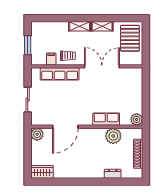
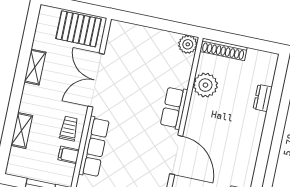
shelving: (80, 26) -> (22, 130), moved
pallet: (130, 38) -> (79, 29), moved
row of seats: (106, 119) -> (174, 108), moved
shoe rack: (138, 154) -> (223, 49), moved

